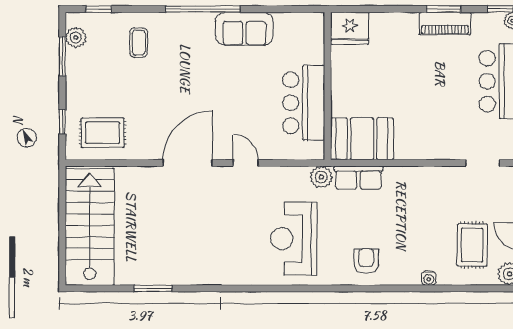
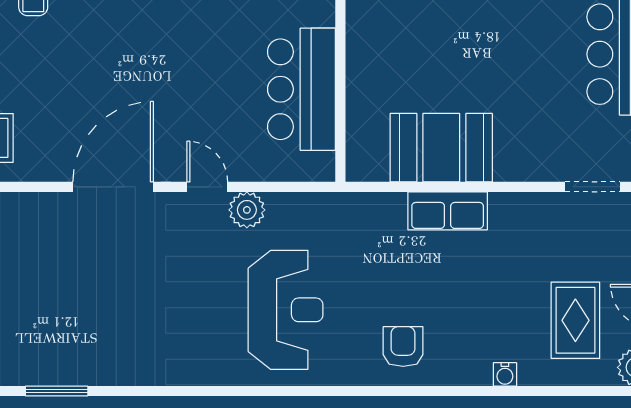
booth: (362, 139) -> (441, 148), moved
plant: (321, 177) -> (247, 210), moved
row of seats: (358, 178) -> (448, 211), moved
reception desk: (294, 239) -> (286, 310), turned 180

